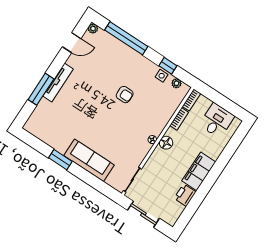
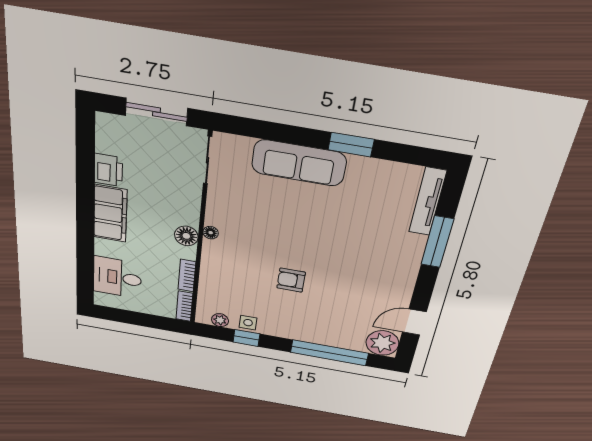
plant: (93, 29) -> (382, 343), width x1.88, depth x1.88
tv unit: (58, 82) -> (428, 202), moved
desk: (217, 121) -> (117, 277), moved, turned 90

